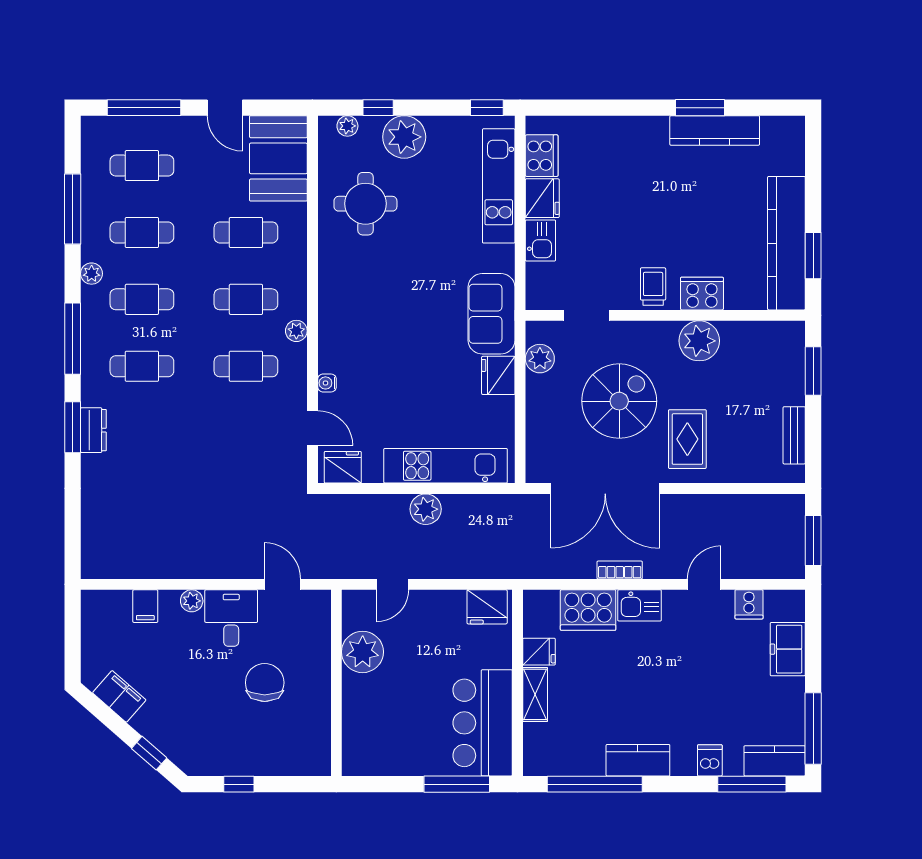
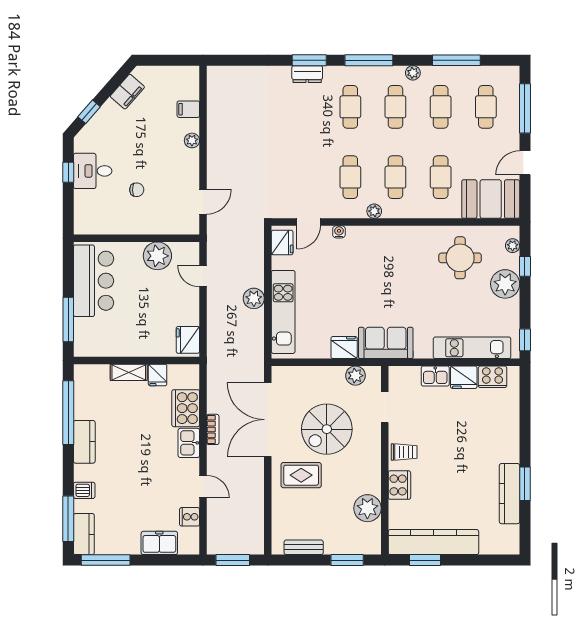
plant: (699, 341) -> (367, 508), moved
spiral stairs: (619, 401) -> (327, 429), turned 90
desk: (231, 618) -> (93, 171), moved, turned 180
chair: (265, 683) -> (137, 190), width x0.54, depth x0.54
bar counter: (483, 723) -> (94, 281), moved, turned 90

